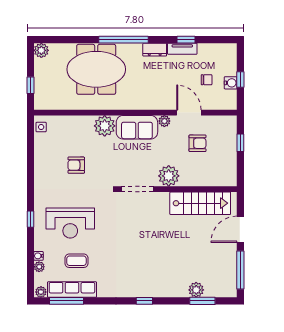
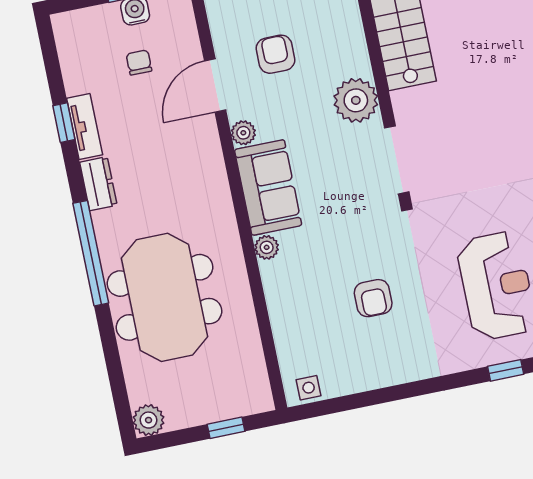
plant: (105, 126) -> (267, 247), width x0.53, depth x0.53

